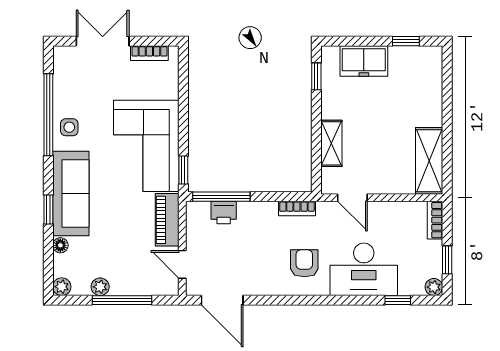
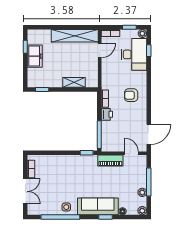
double door: (103, 41) -> (25, 191), swing flipped
freezer: (364, 61) -> (35, 56), moved
corner sofa: (146, 146) -> (75, 170), removed
shelving: (429, 161) -> (75, 36), width x1.47
door: (352, 198) -> (100, 50), moved
printer: (224, 212) -> (107, 114), moved
door: (182, 264) -> (132, 153), swing flipped
desk: (364, 269) -> (134, 54), moved

